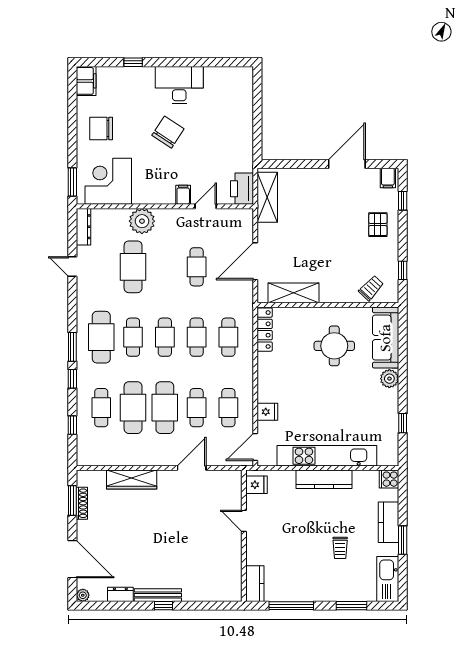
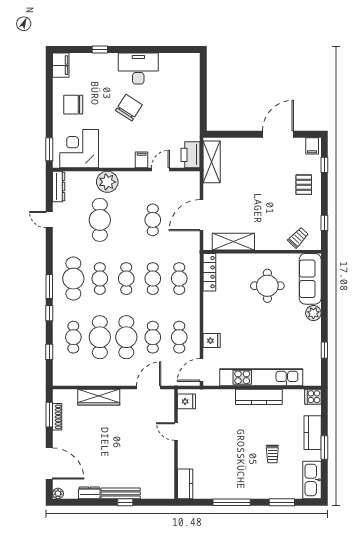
fridge: (257, 485) -> (187, 401), moved
door: (244, 521) -> (176, 432), moved
wall: (244, 536) -> (176, 444), moved
kitchen counter: (255, 584) -> (185, 484), moved

